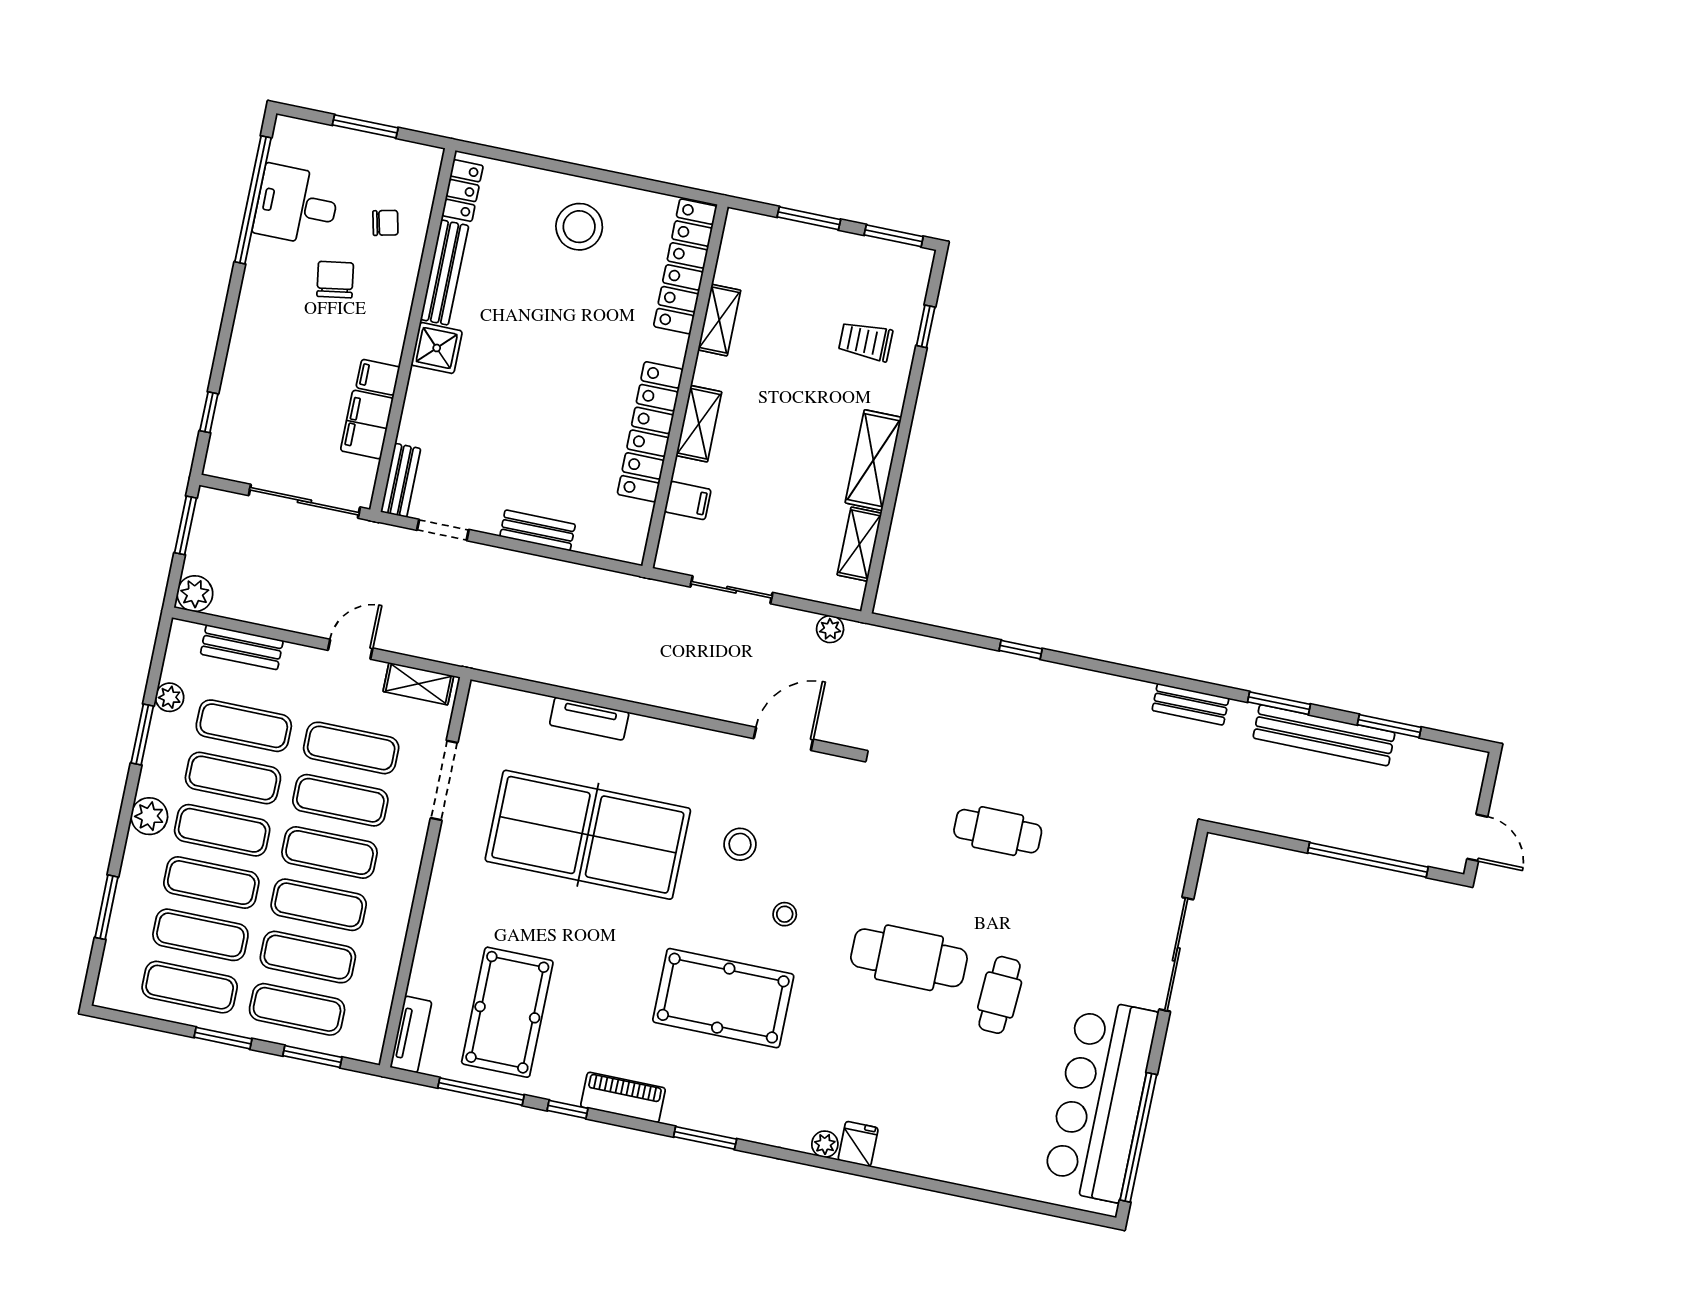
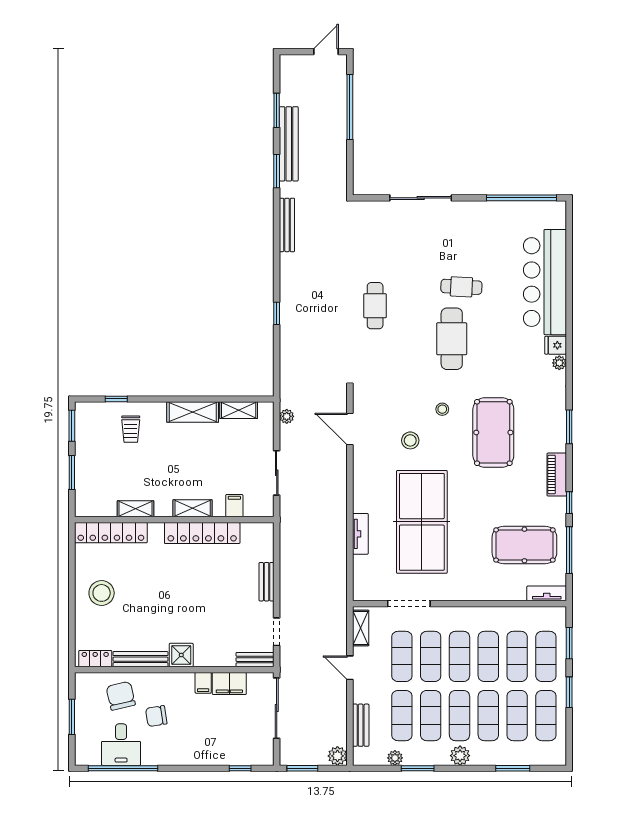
chair: (385, 223) -> (121, 696), width x1.87, depth x1.87
bench: (1190, 704) -> (287, 225), width x1.36
bar counter: (1100, 1100) -> (545, 282), moved, turned 90

